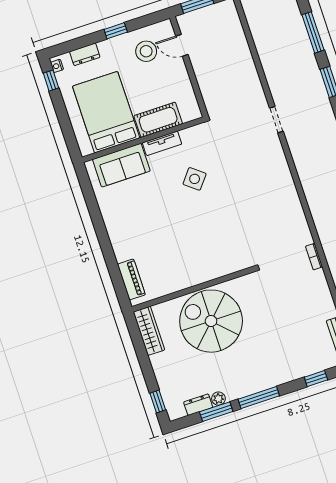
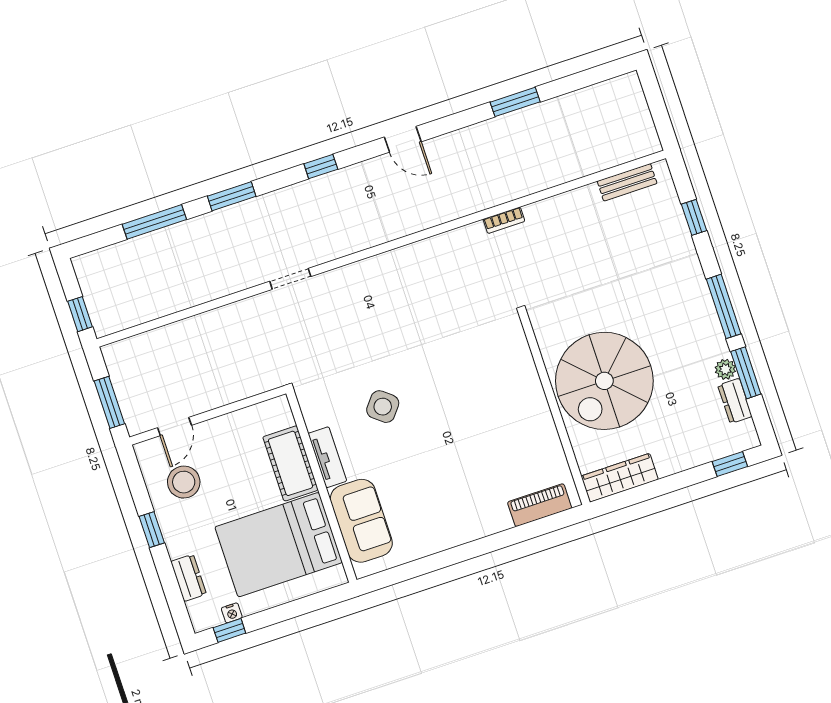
nightstand: (57, 66) -> (232, 613), moved

